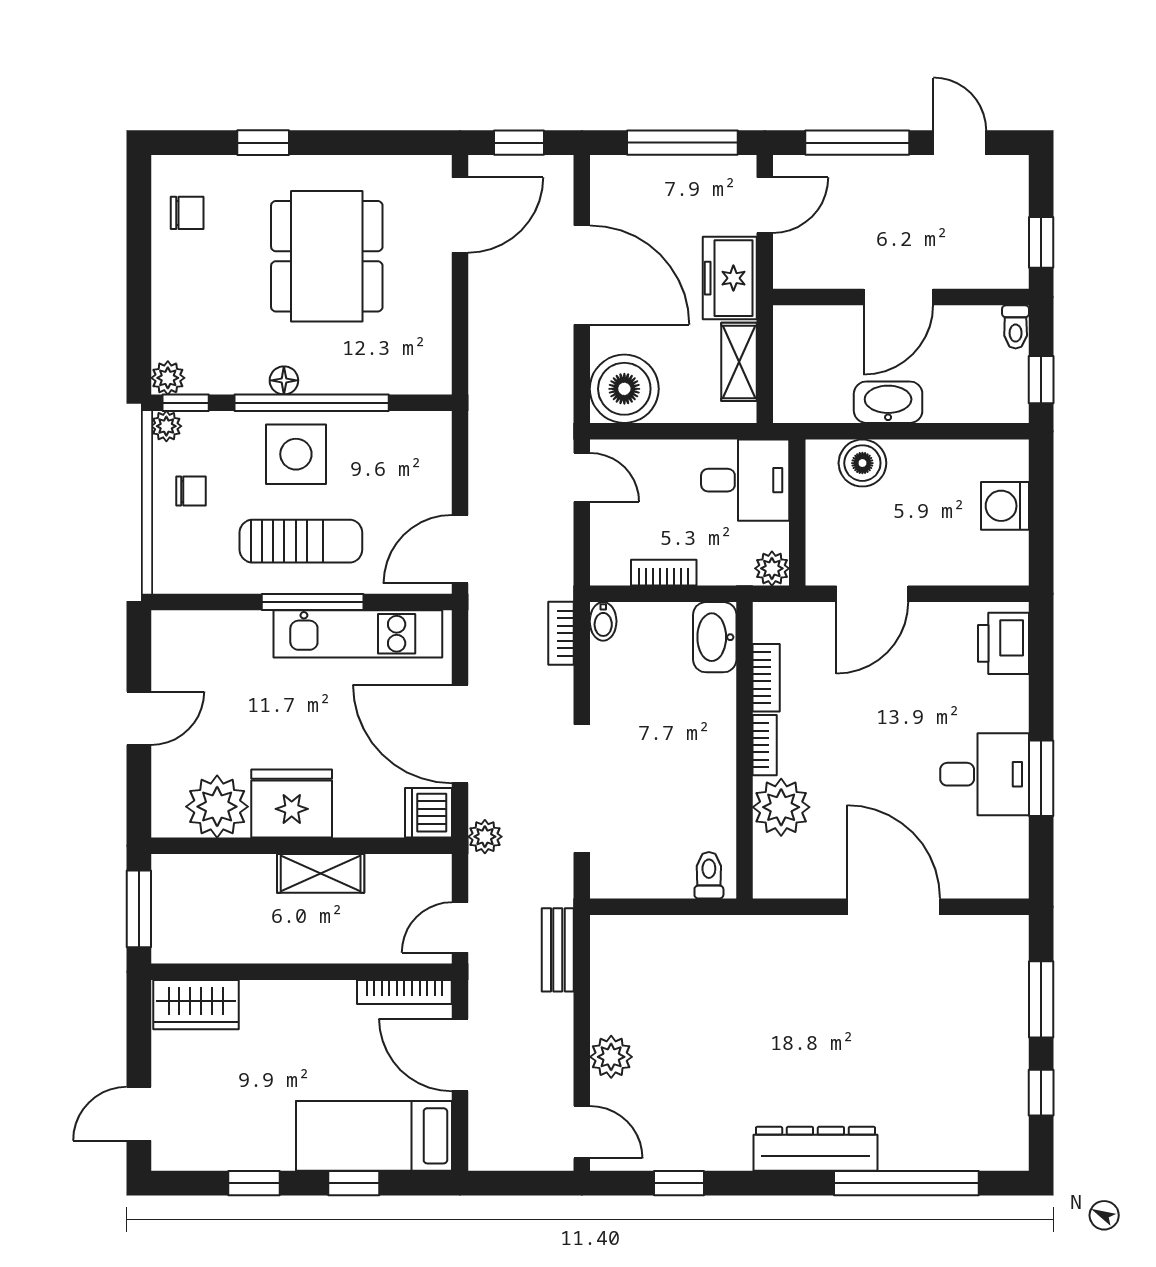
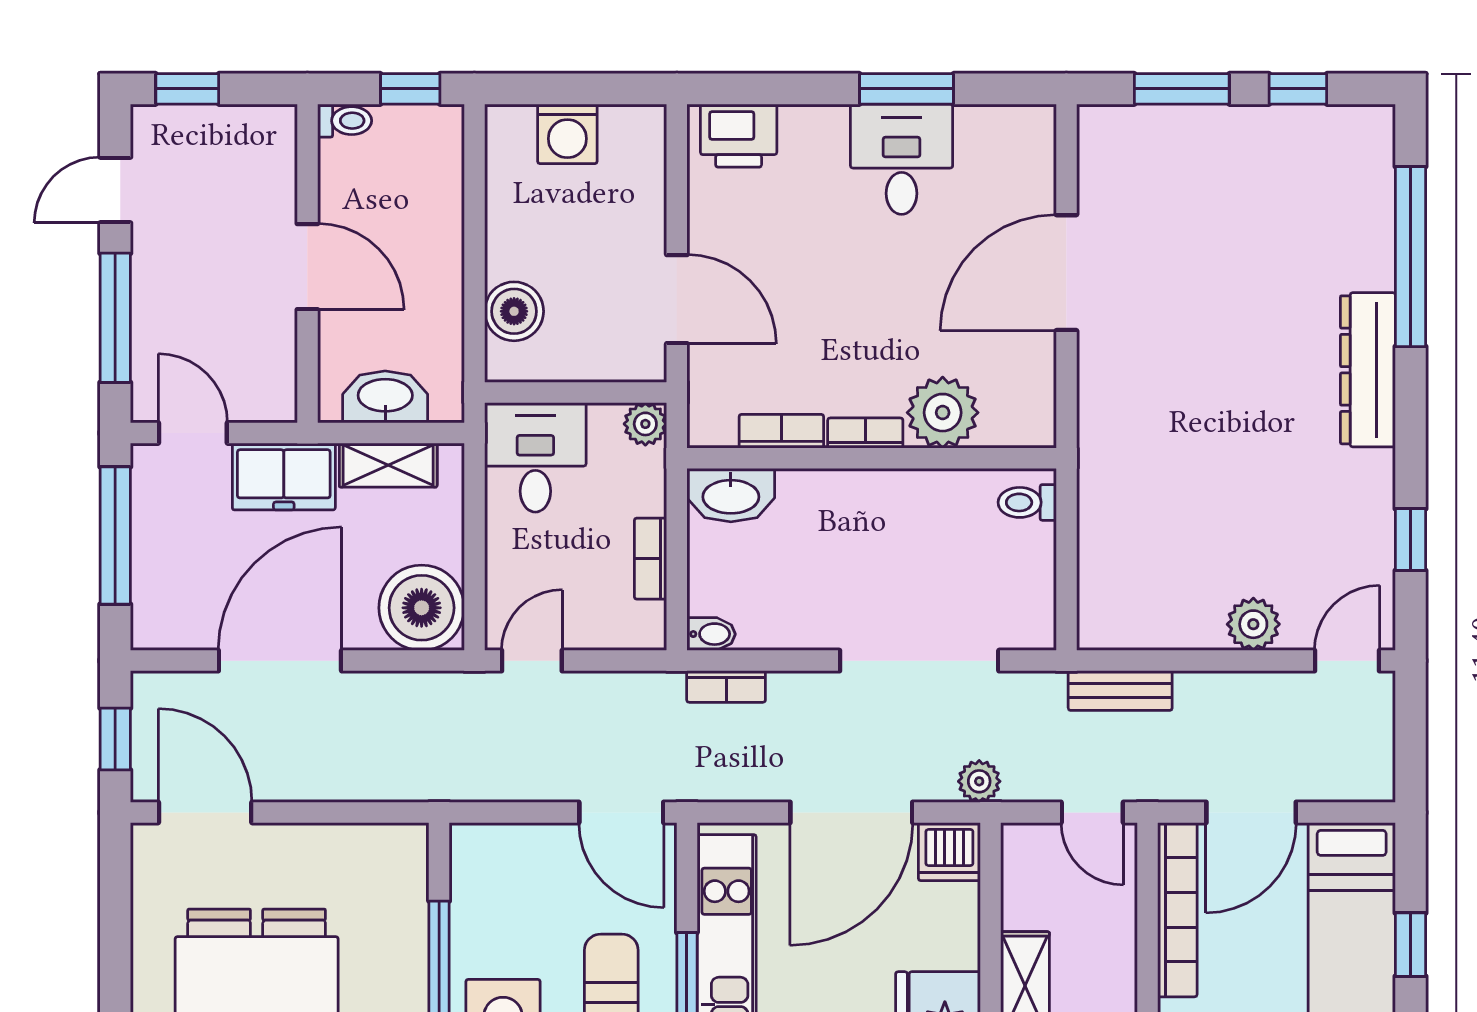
window: (1041, 242) -> (187, 89), moved
washbasin: (888, 402) -> (385, 397), moved, turned 90
bookcase: (404, 992) -> (1177, 910), width x1.48, depth x1.31

